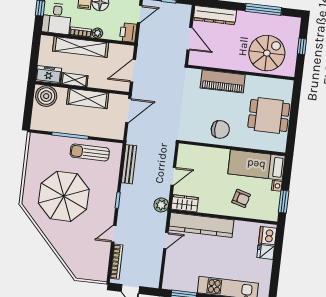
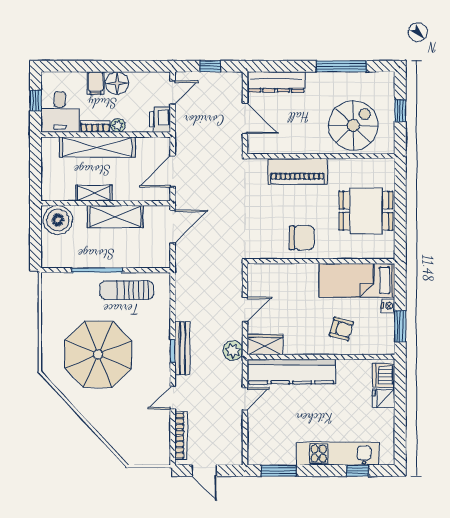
freezer: (49, 75) -> (58, 190), removed
bench: (129, 164) -> (182, 348), moved

